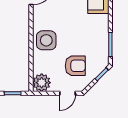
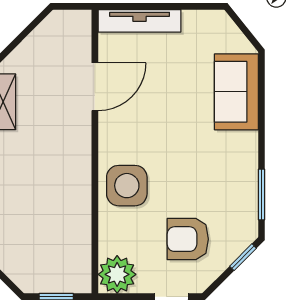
armchair: (75, 66) -> (188, 239), turned 180

